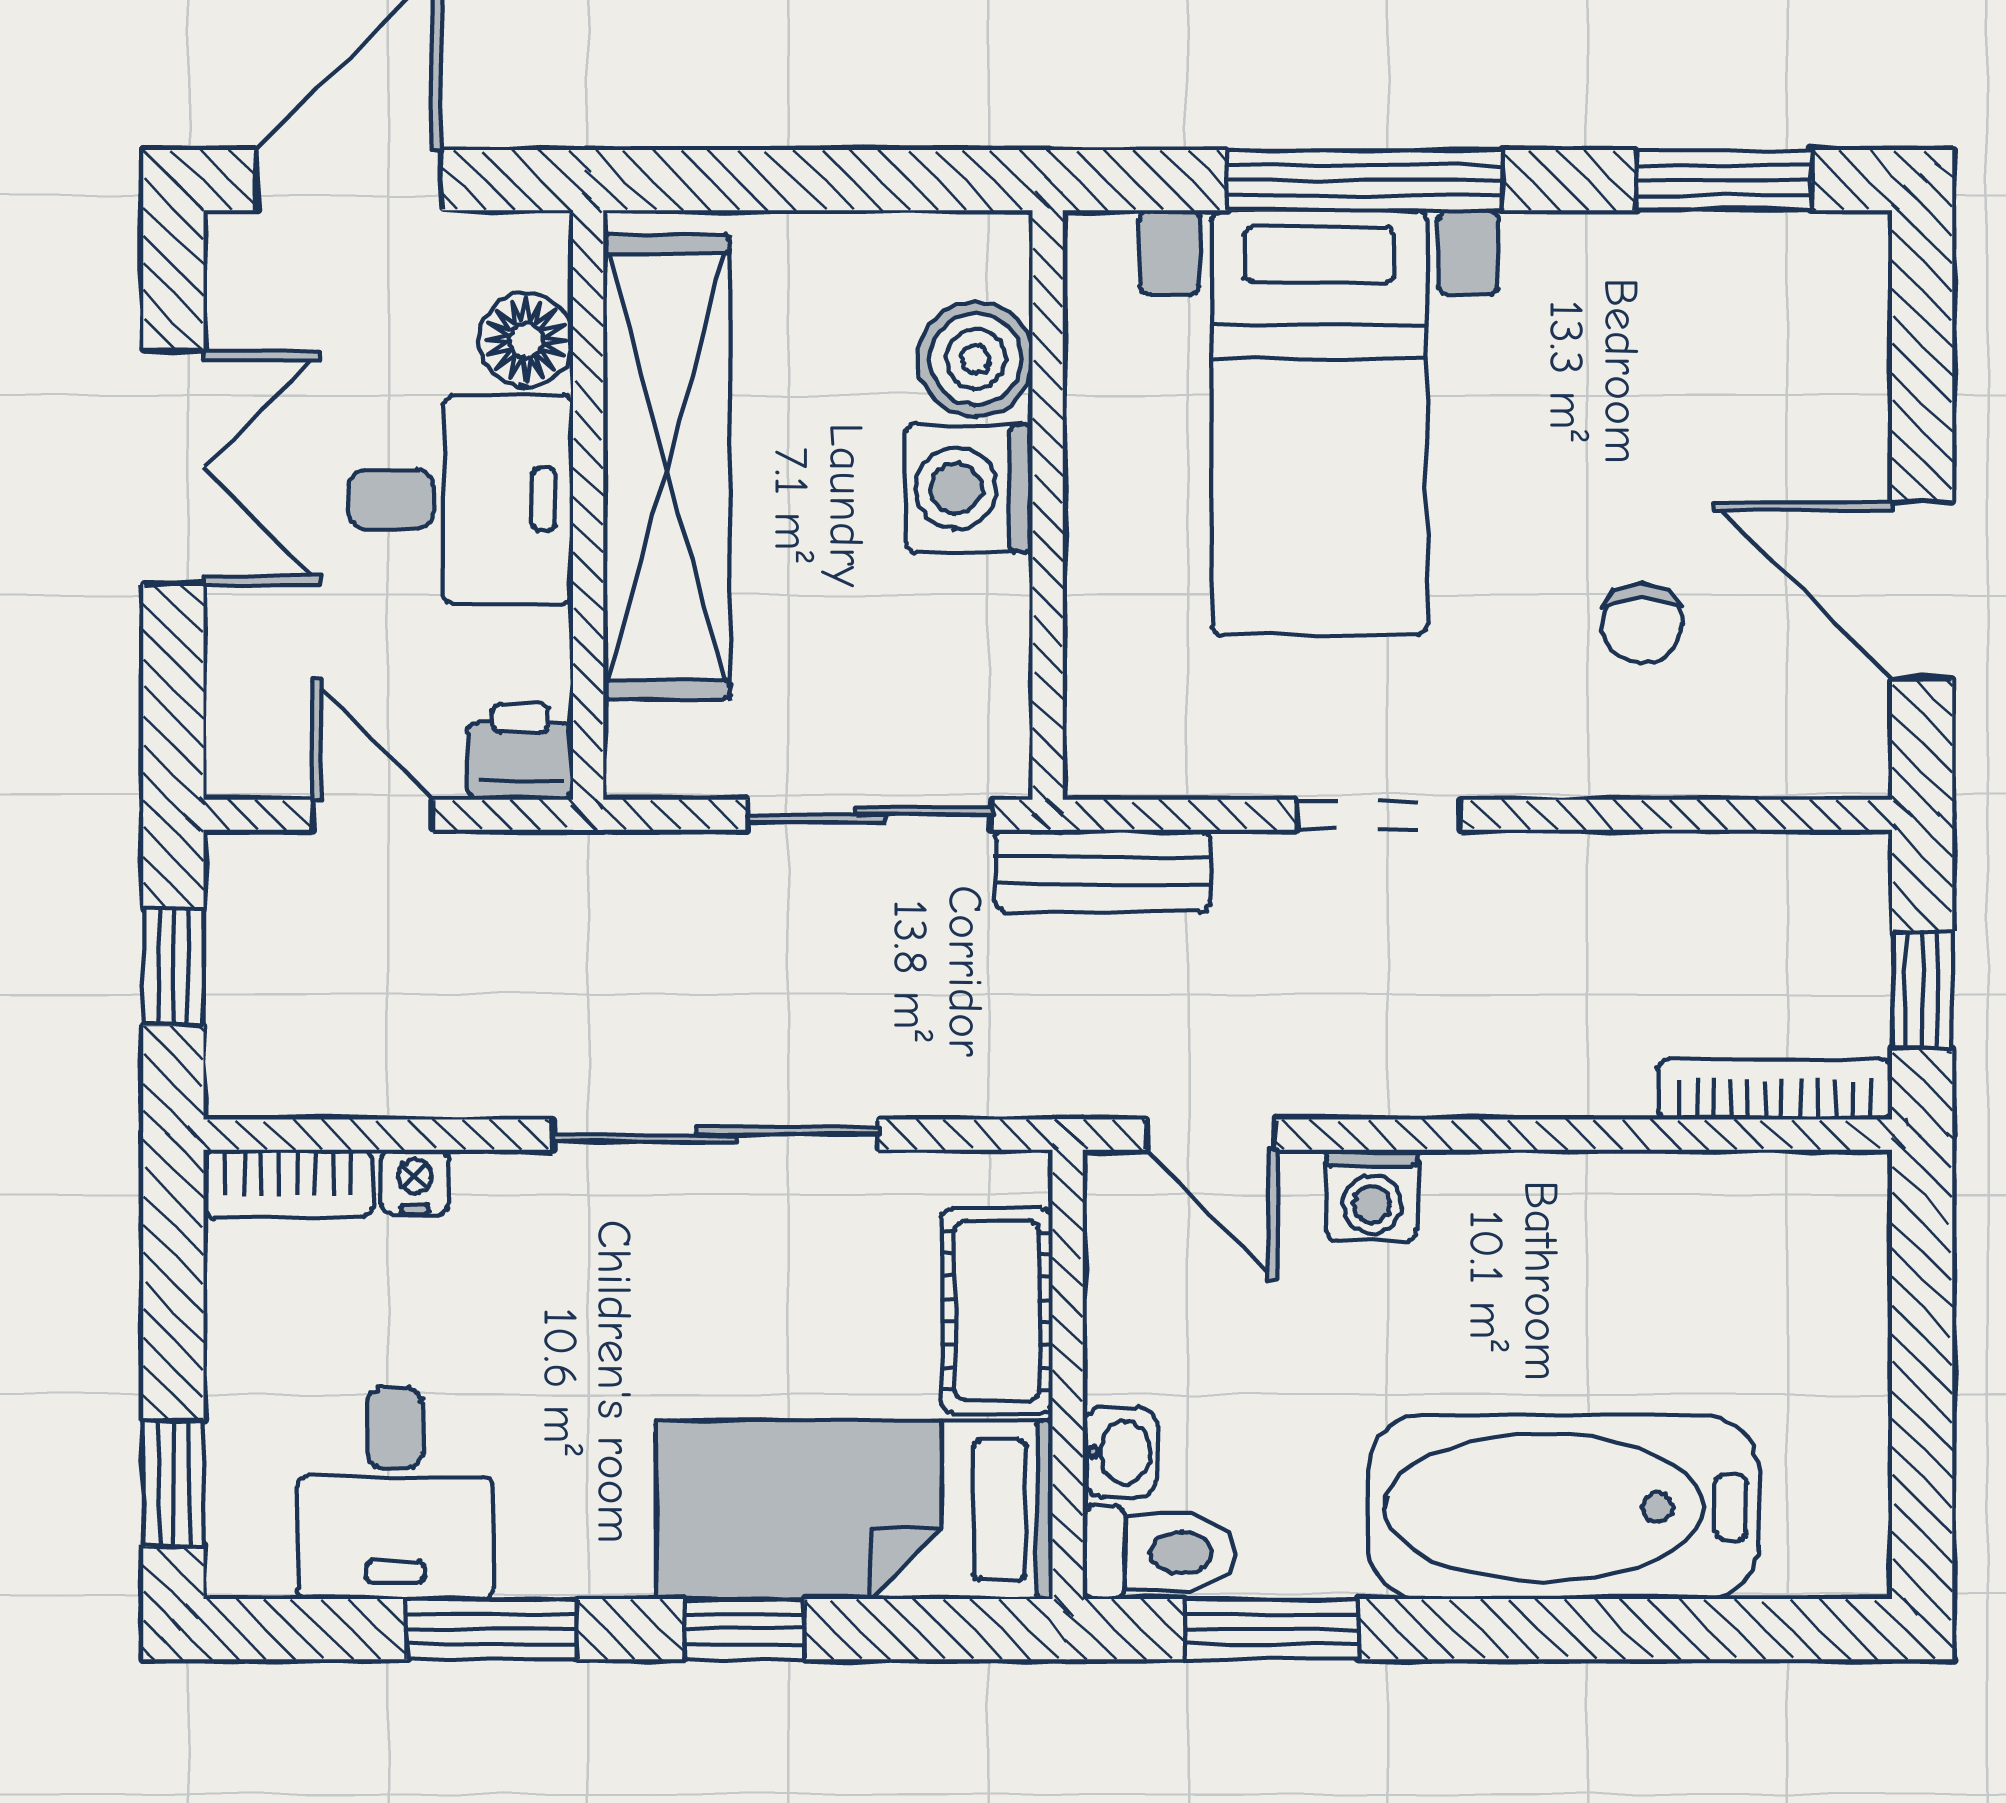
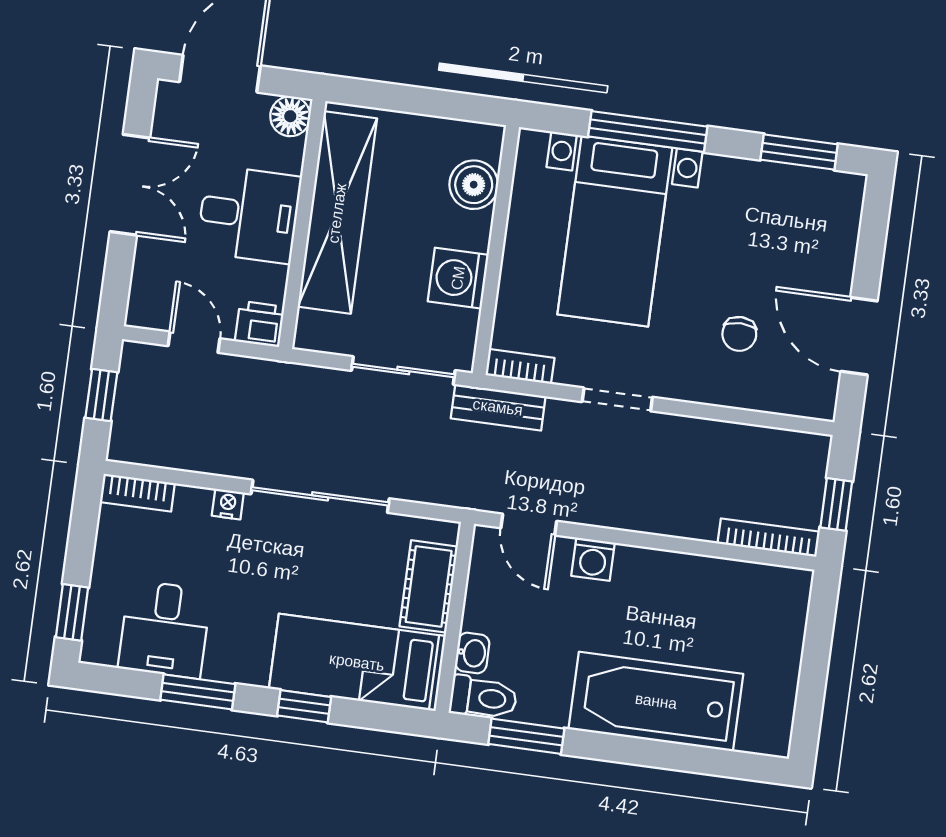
floor lamp: (526, 340) -> (290, 116), moved
washing machine: (969, 488) -> (458, 278), moved
bookcase: (1141, 769) -> (520, 366), added
nightstand: (415, 1182) -> (228, 504), moved

